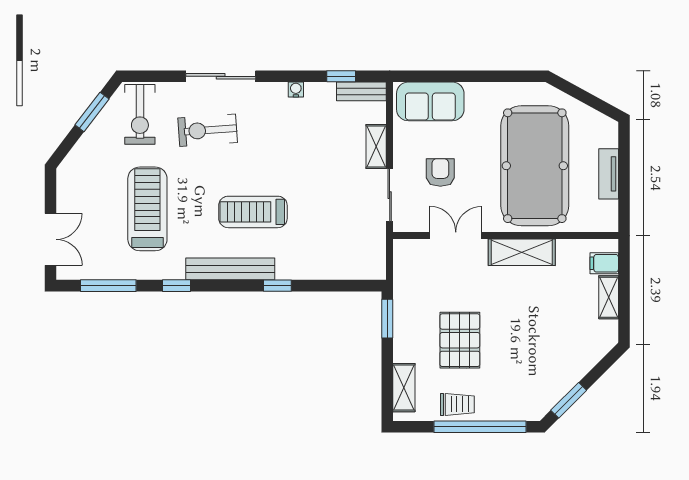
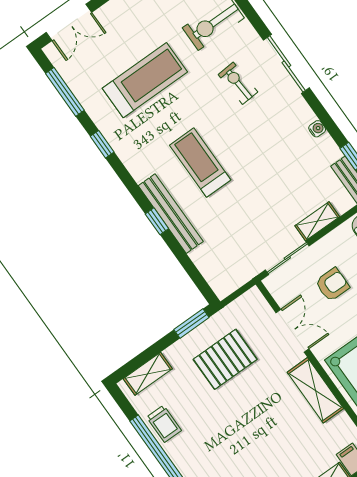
exercise bike: (208, 130) -> (238, 83), width x0.73, depth x0.72
bench: (230, 269) -> (171, 214), moved
pallet: (460, 340) -> (225, 359), moved

